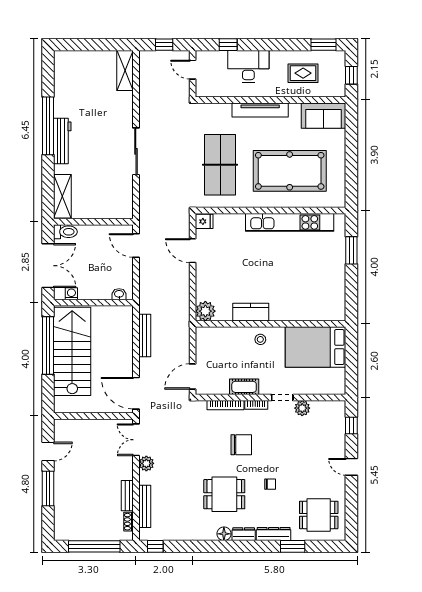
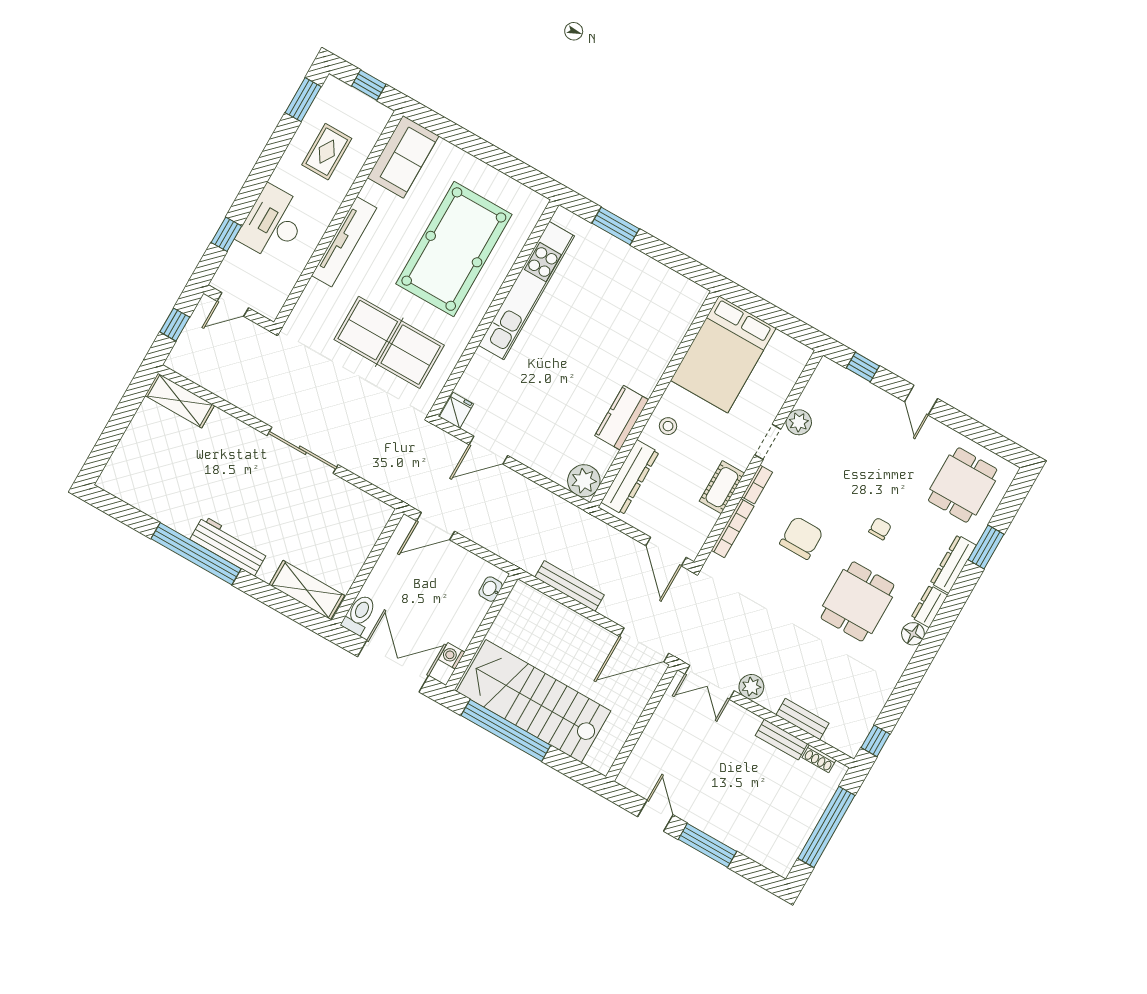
dresser: (221, 335) -> (630, 477), added
door: (351, 467) -> (921, 400), hinge flipped
bench: (145, 506) -> (803, 719), width x0.73

